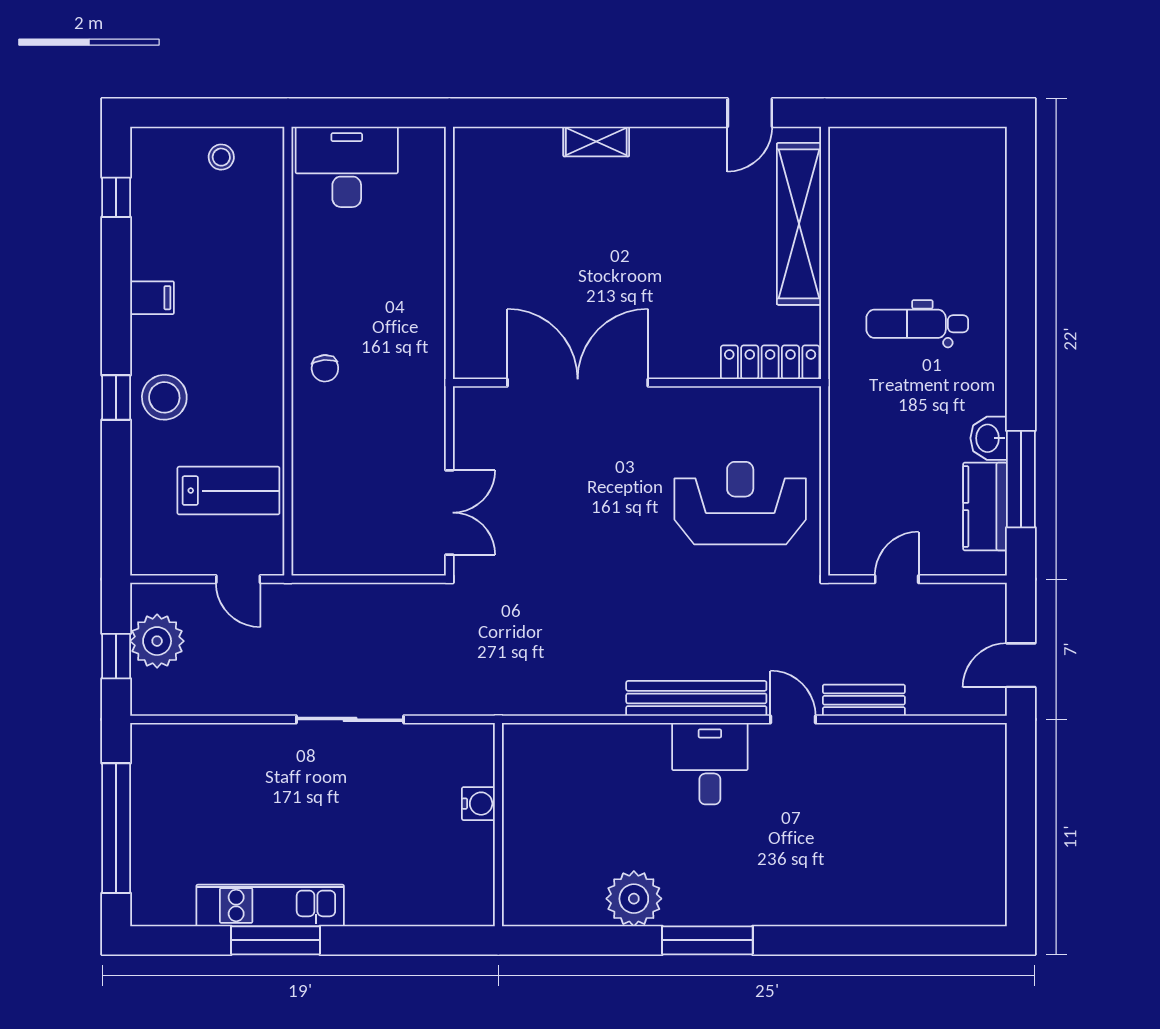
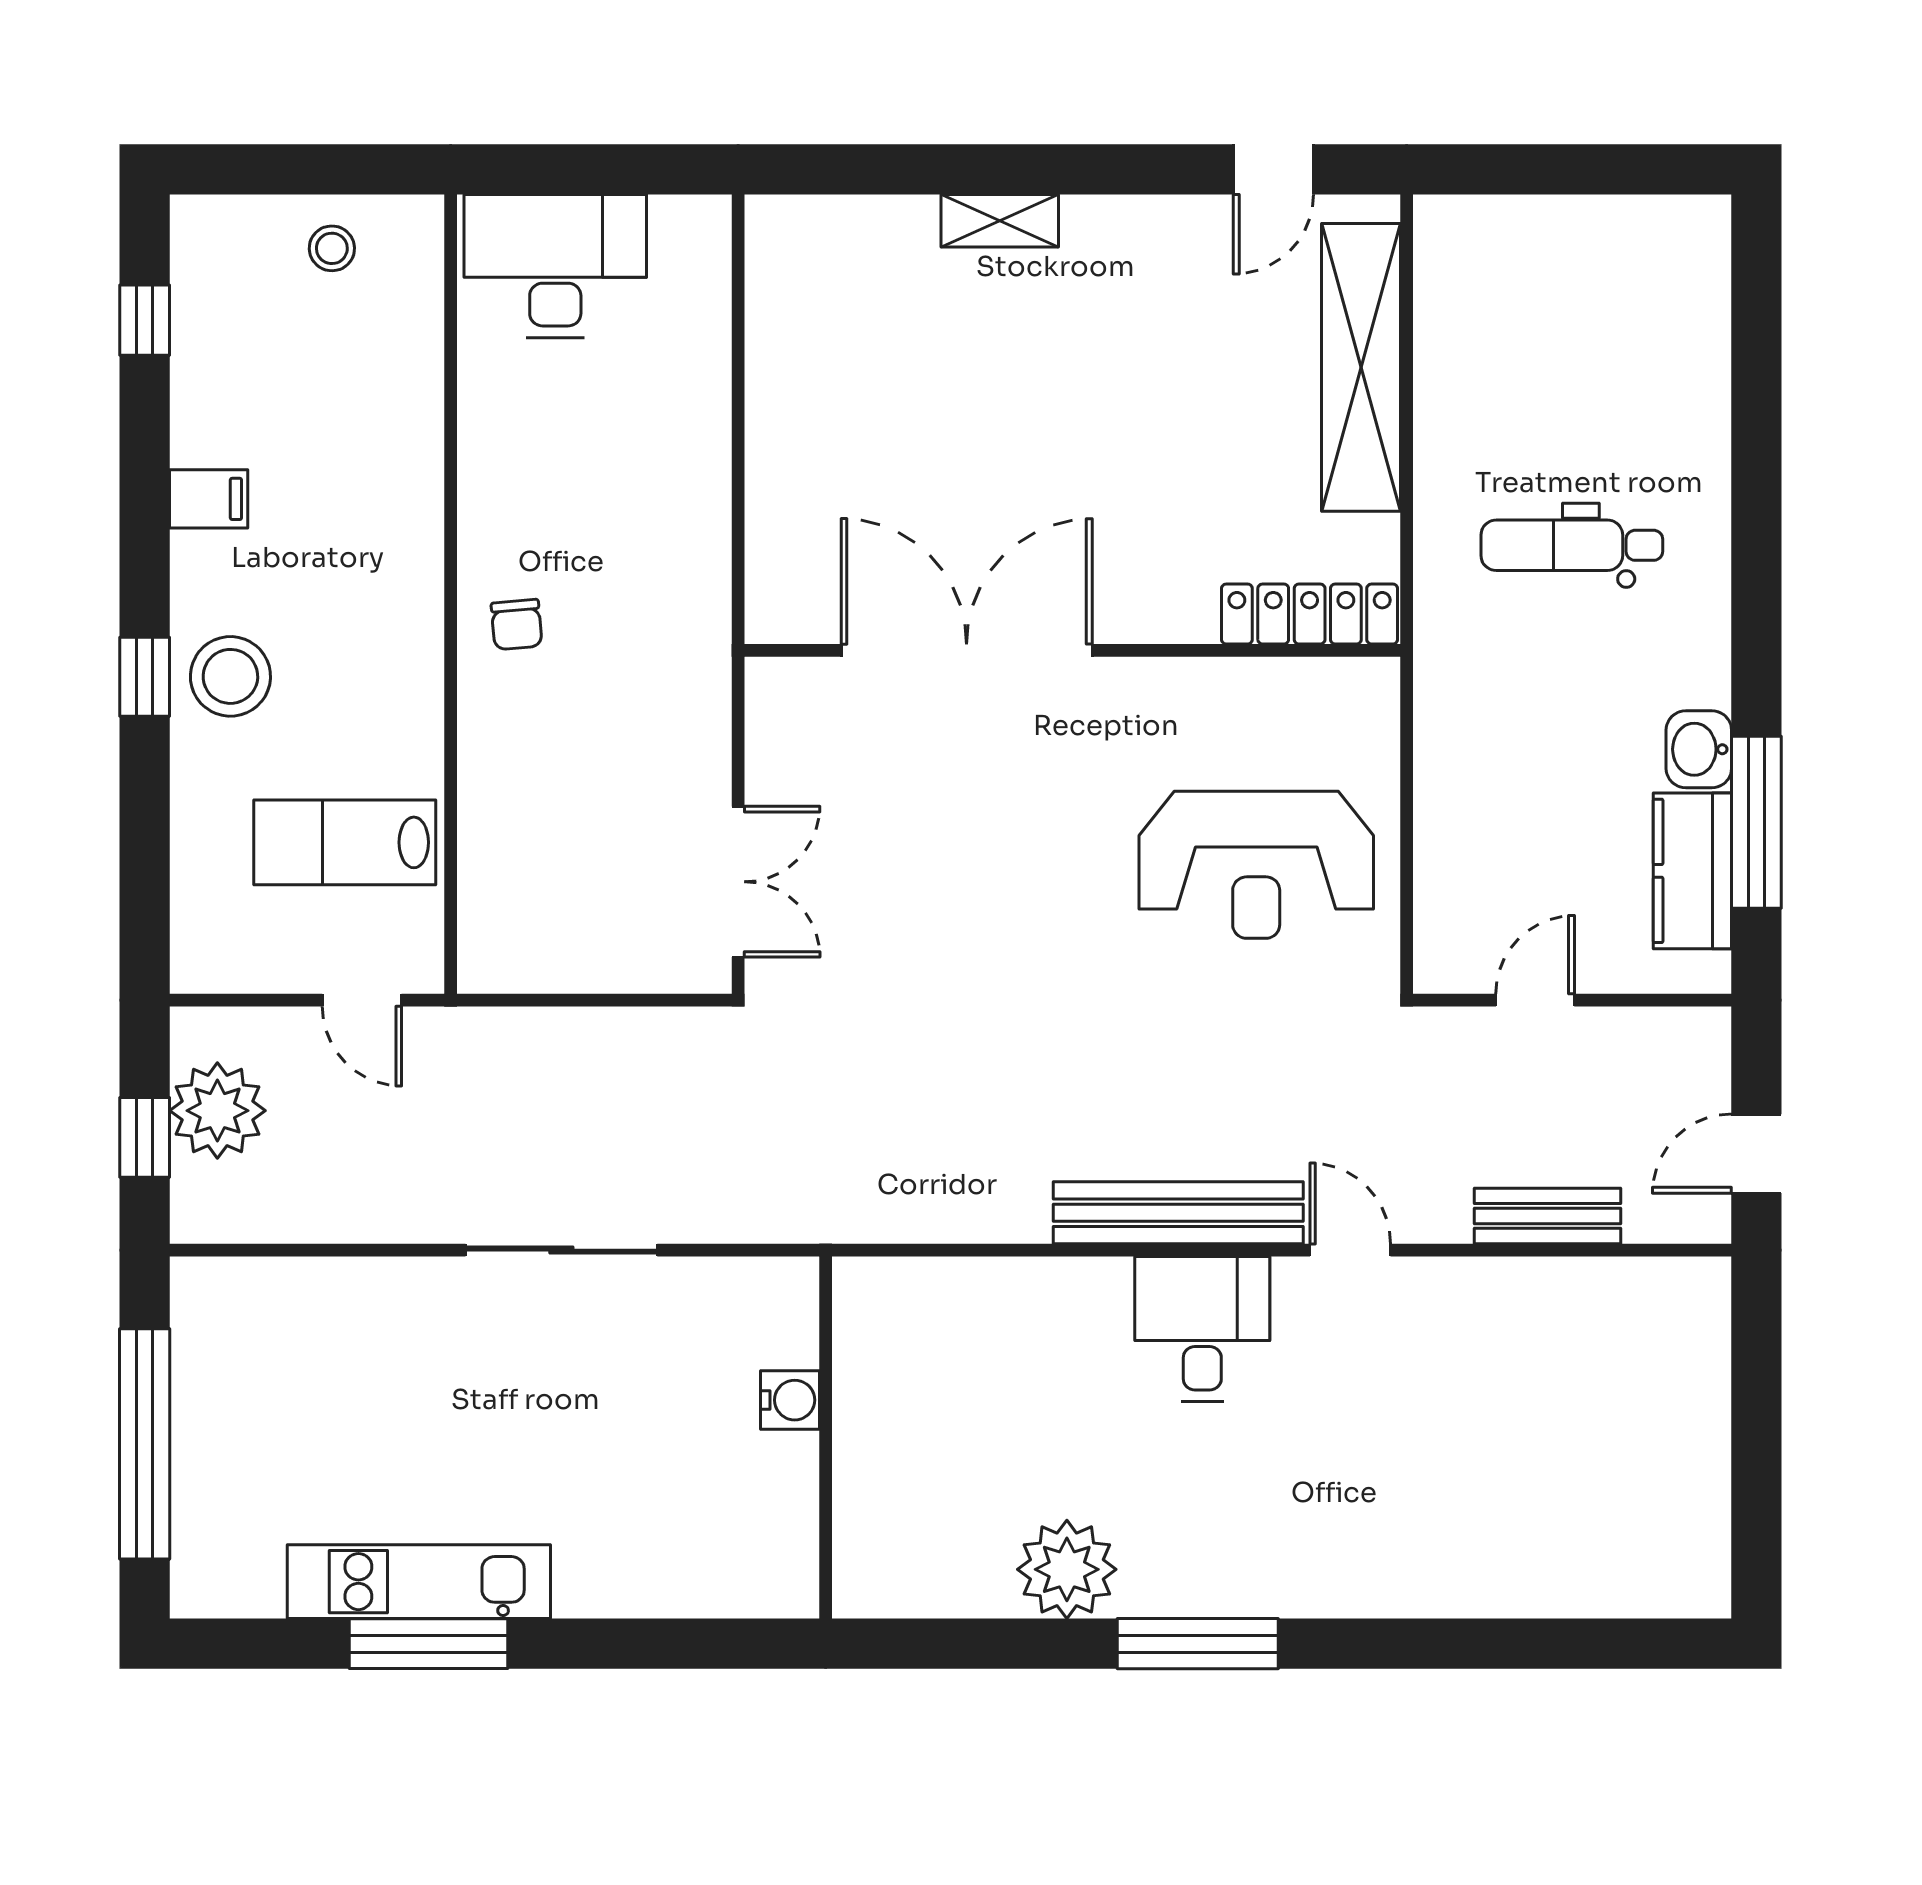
lab bench: (228, 491) -> (345, 842), turned 180
reception desk: (740, 503) -> (1256, 865), turned 180
bench: (864, 700) -> (1547, 1216), moved

